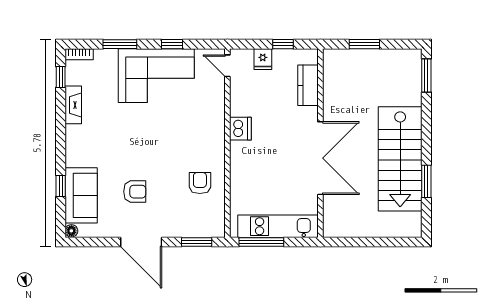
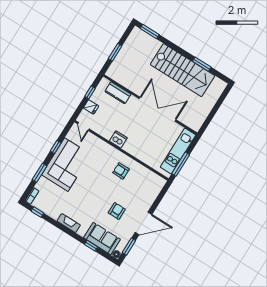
door: (227, 66) -> (83, 126), hinge flipped
fireplace: (73, 105) -> (69, 223), moved
armchair: (200, 183) -> (121, 171), moved
window: (197, 242) -> (129, 247), moved

